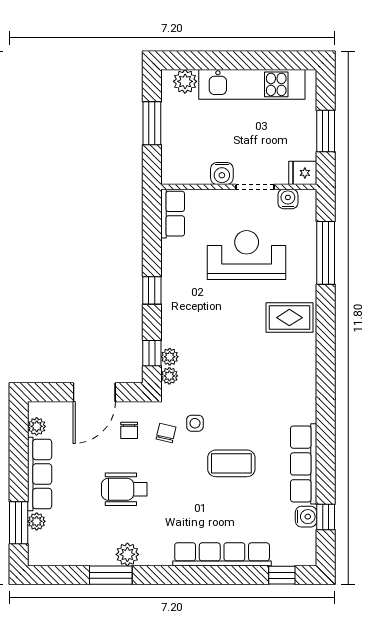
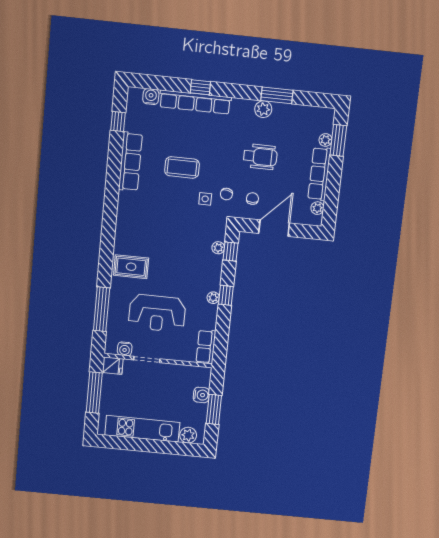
window: (326, 131) -> (94, 393), width x1.44
water cooler: (222, 173) -> (201, 395), moved, turned 90
plant: (169, 376) -> (213, 298), moved
water cooler: (306, 517) -> (151, 97), moved, turned 90
window: (282, 575) -> (200, 87), moved

